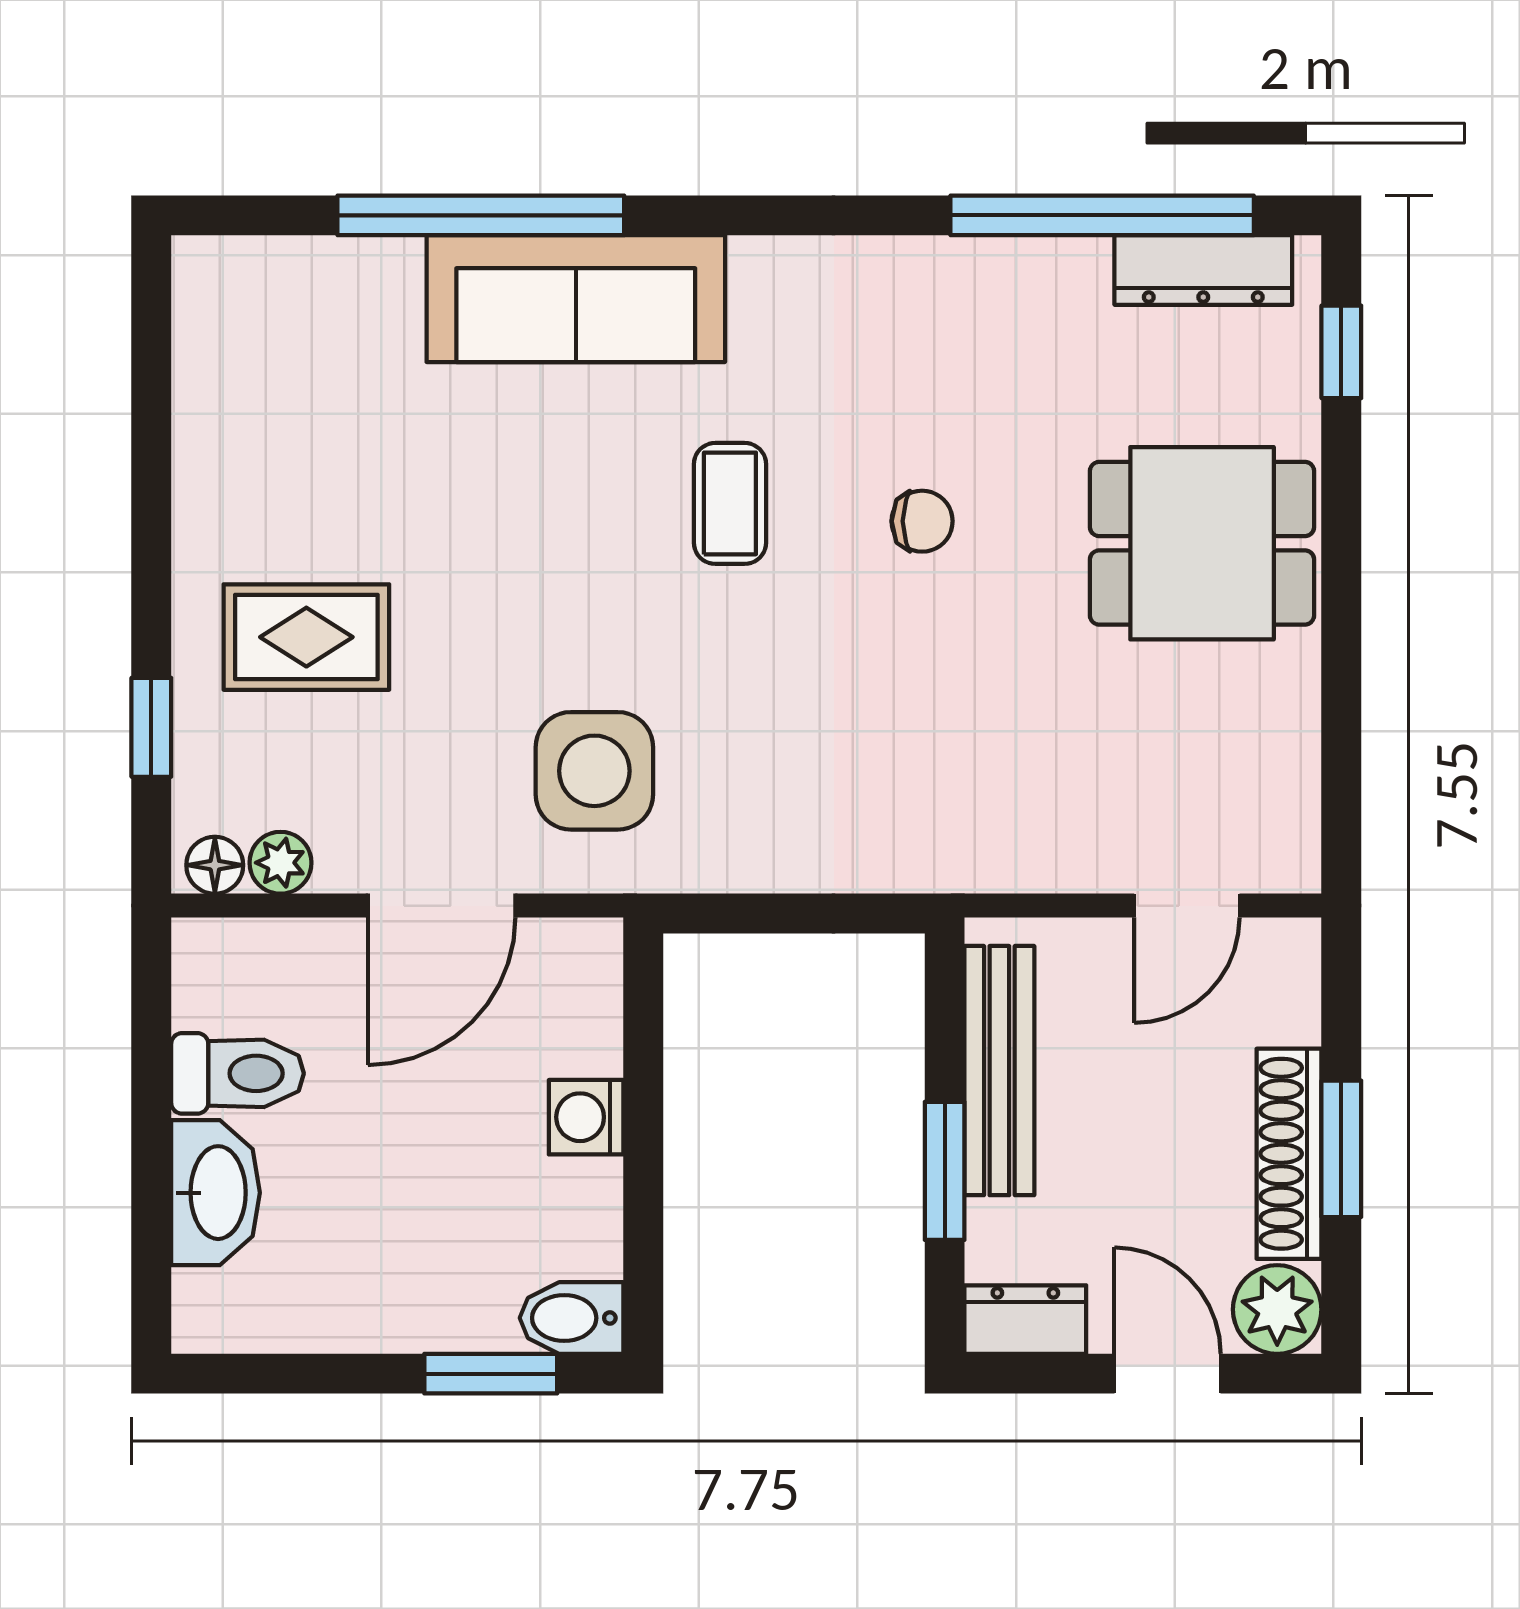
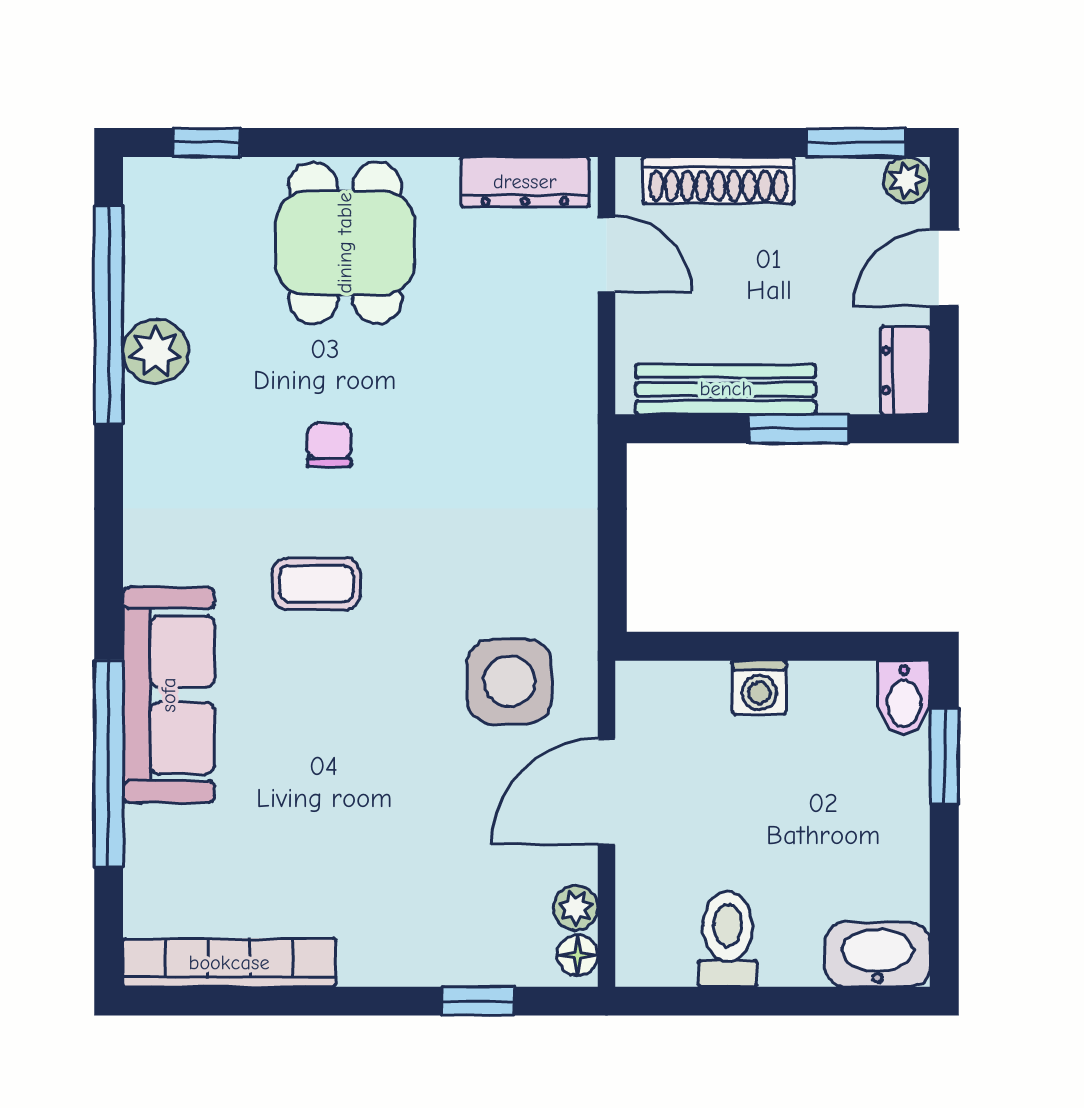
dresser: (1203, 270) -> (525, 182), moved, turned 90
plant: (1052, 280) -> (155, 351), added
bookcase: (205, 383) -> (229, 963), added
rug: (306, 637) -> (413, 889), removed
door: (442, 906) -> (607, 792), swing flipped
window: (1341, 1149) -> (856, 143), moved
shoe rack: (1289, 1154) -> (718, 180), moved
washbasin: (215, 1193) -> (878, 955), moved
plant: (1277, 1309) -> (907, 180), width x0.73, depth x0.73

